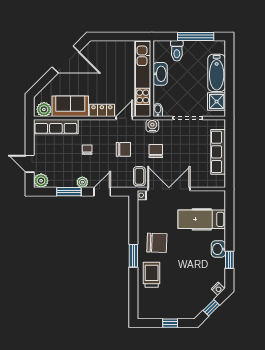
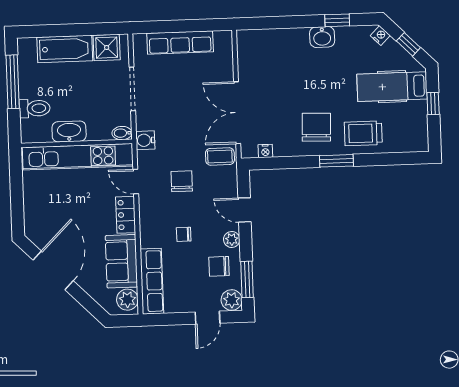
chair: (156, 151) -> (219, 266), moved
window: (69, 192) -> (247, 279), moved
nightstand: (142, 195) -> (265, 151), moved
hospital bed: (202, 219) -> (392, 87), moved, turned 90

